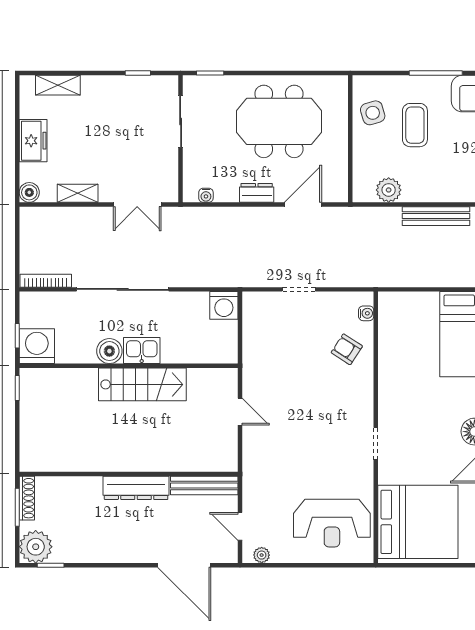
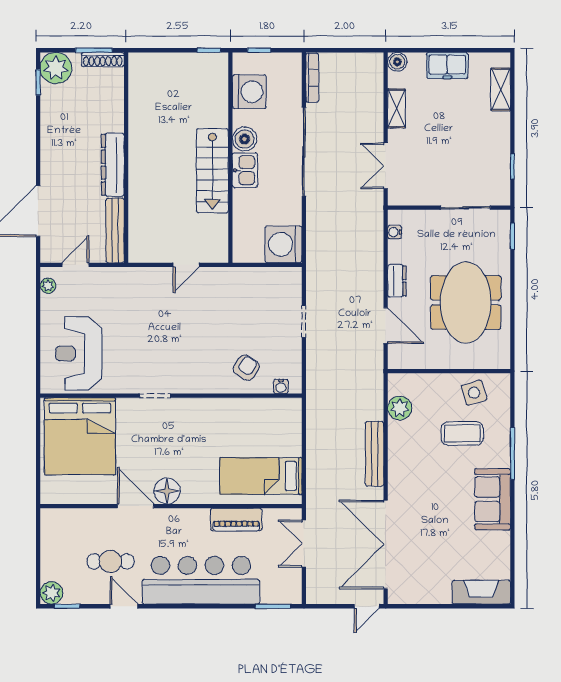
washing machine: (224, 305) -> (283, 244), width x1.37, depth x1.37
washing machine: (37, 346) -> (249, 92), moved

